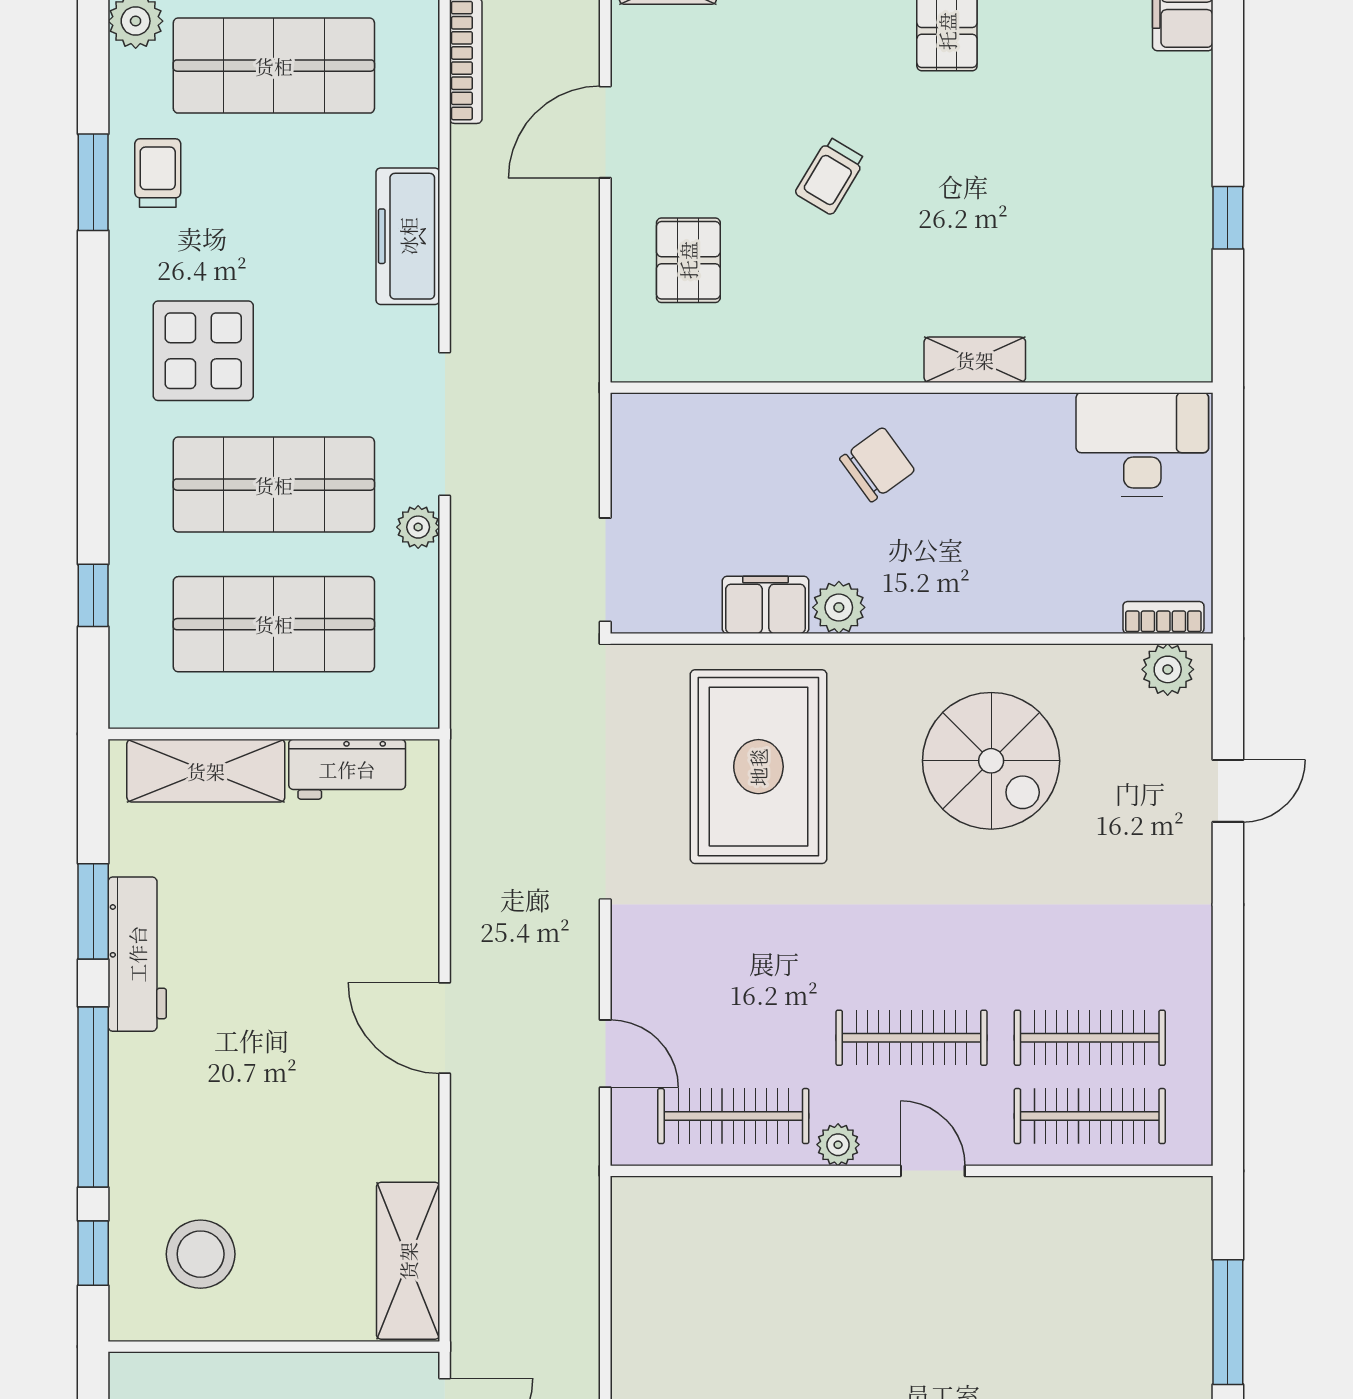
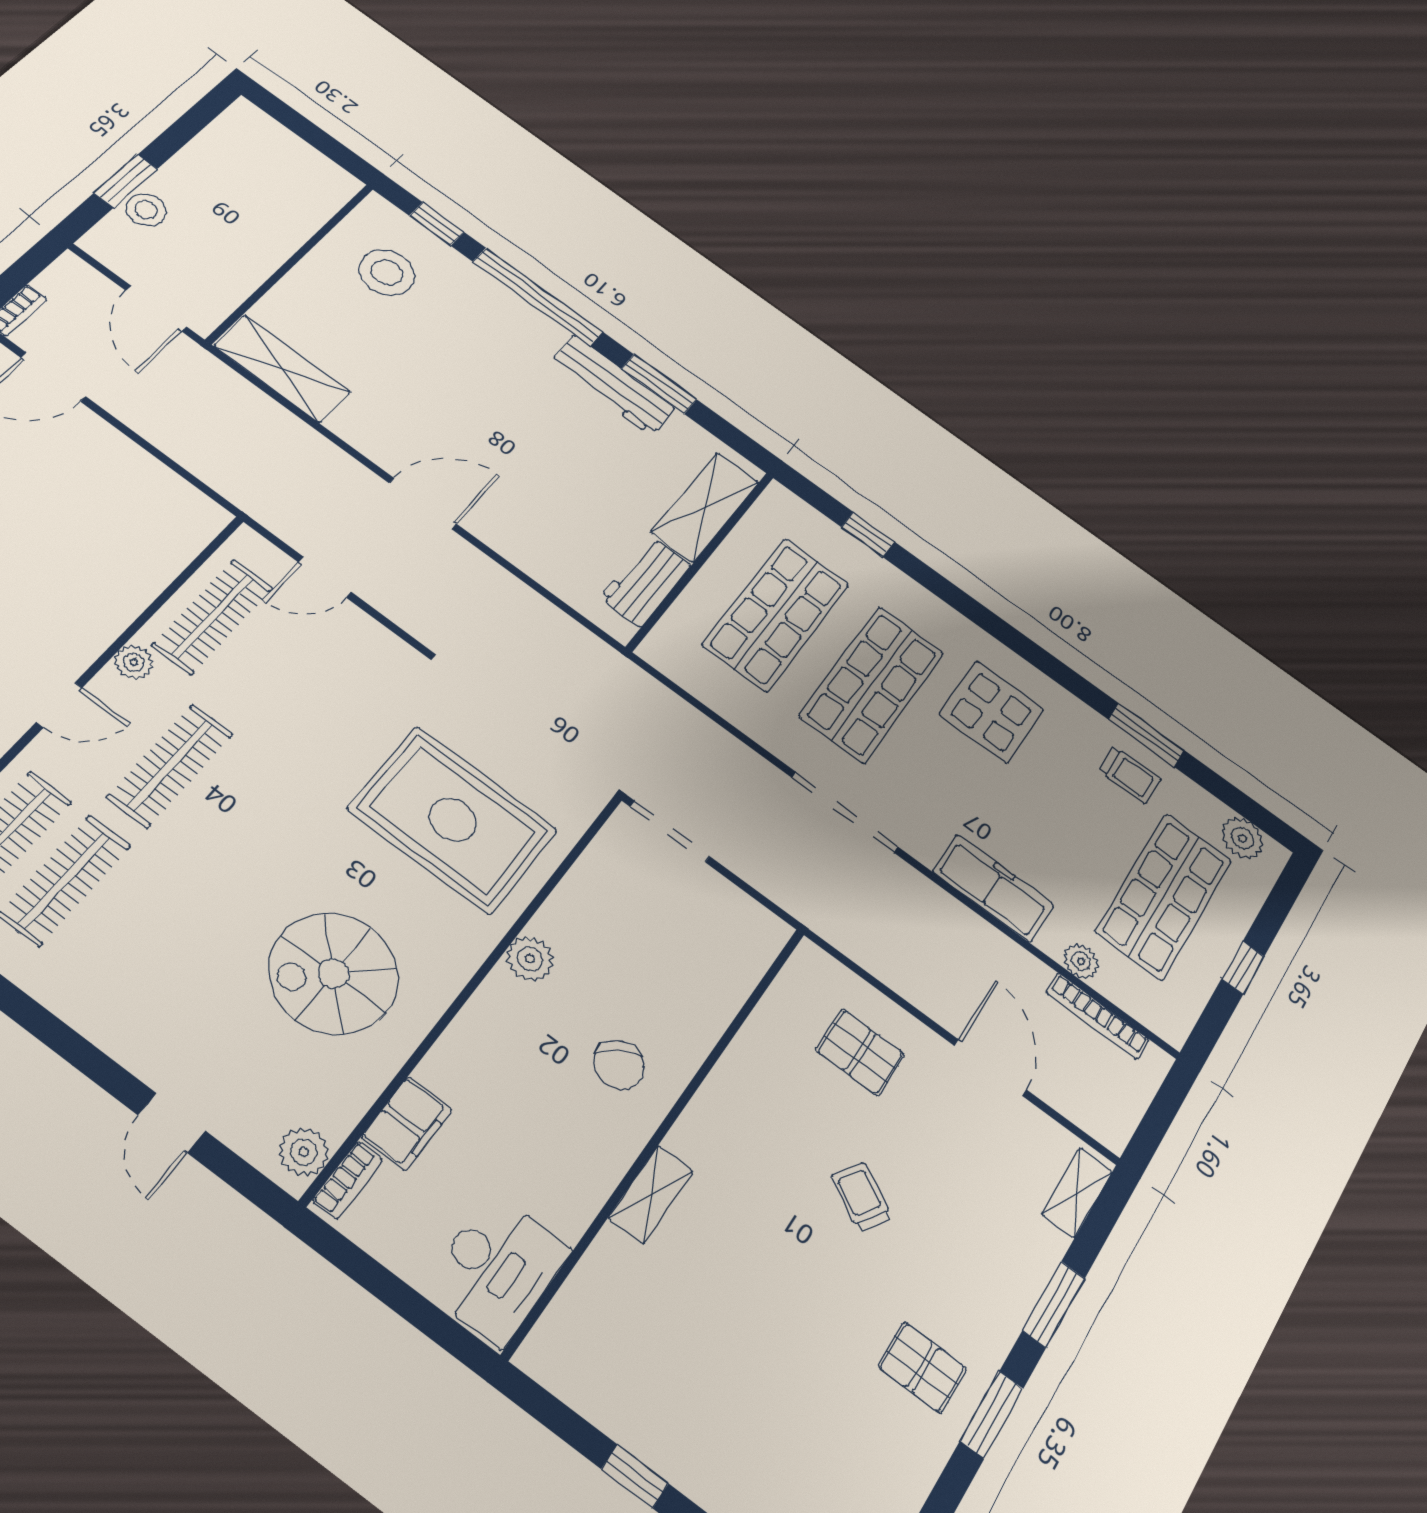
plant: (418, 527) -> (1081, 961), moved
filing cabinet: (766, 605) -> (407, 1123), moved

